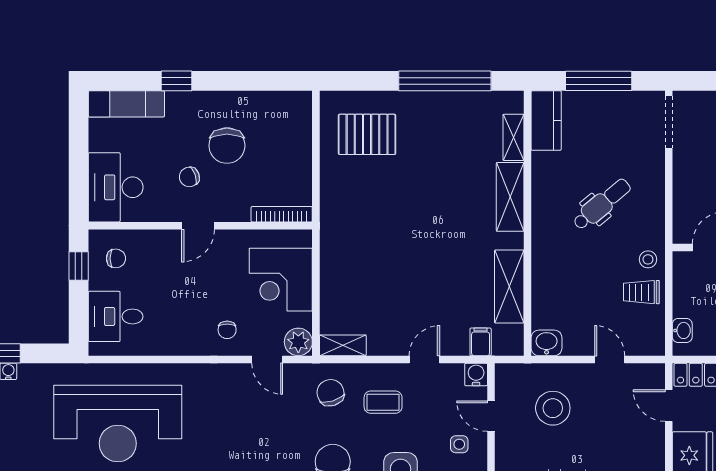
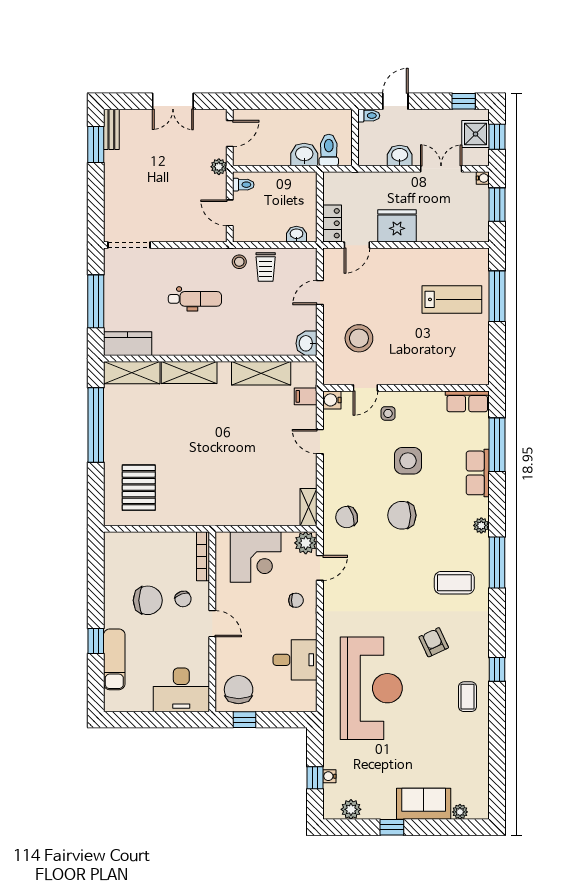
exam couch: (126, 104) -> (114, 659), moved
shelving: (513, 137) -> (132, 373), width x1.50, depth x1.33
chair: (189, 177) -> (183, 599), moved
dental chair: (602, 204) -> (195, 299), turned 130
chair: (116, 258) -> (239, 690), width x1.87, depth x1.87
desk: (116, 316) -> (295, 660), moved, turned -90
coffee table: (383, 402) -> (354, 475), removed

